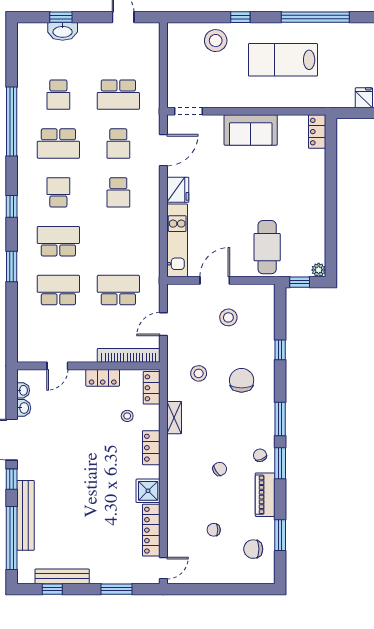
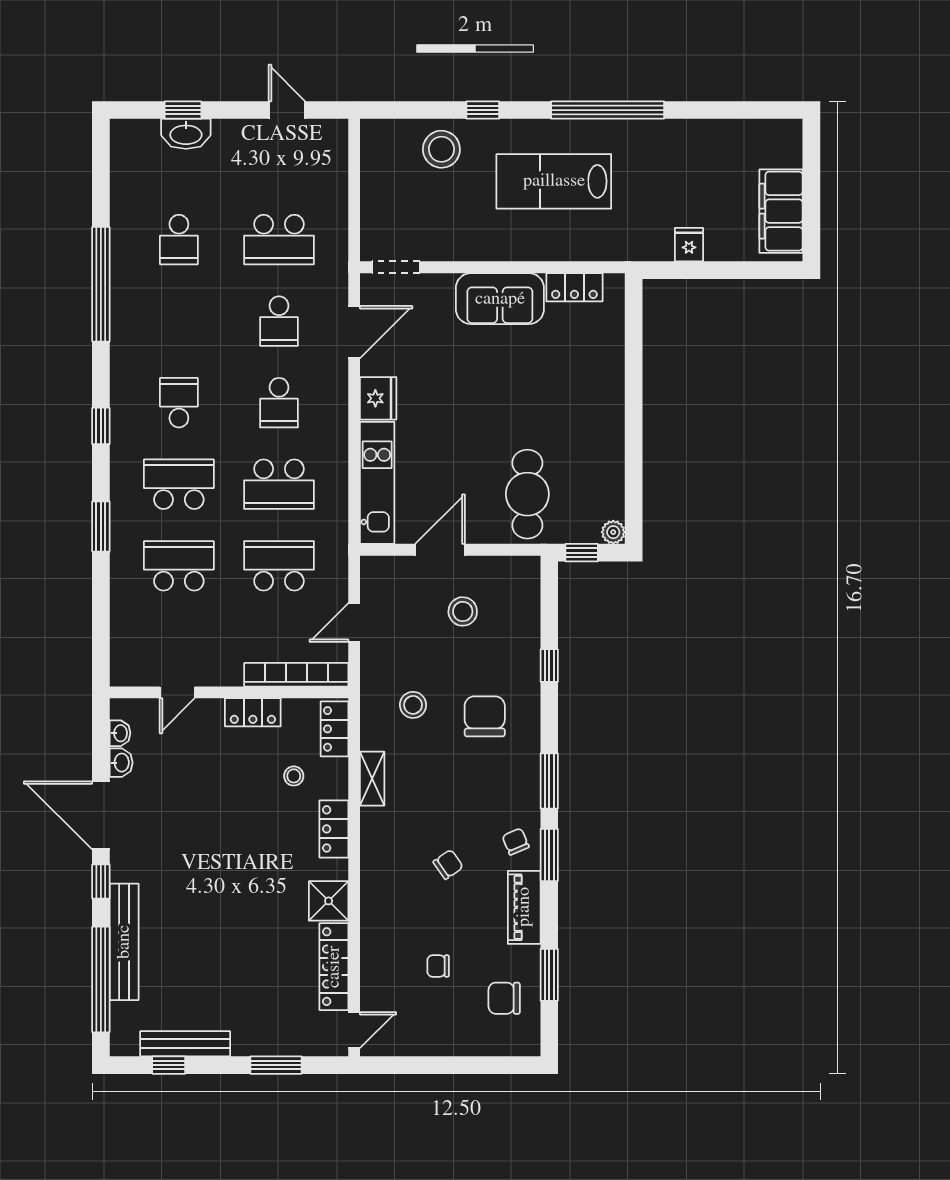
locker: (317, 132) -> (574, 287), moved, turned -90
school desk: (58, 143) -> (279, 484), moved

